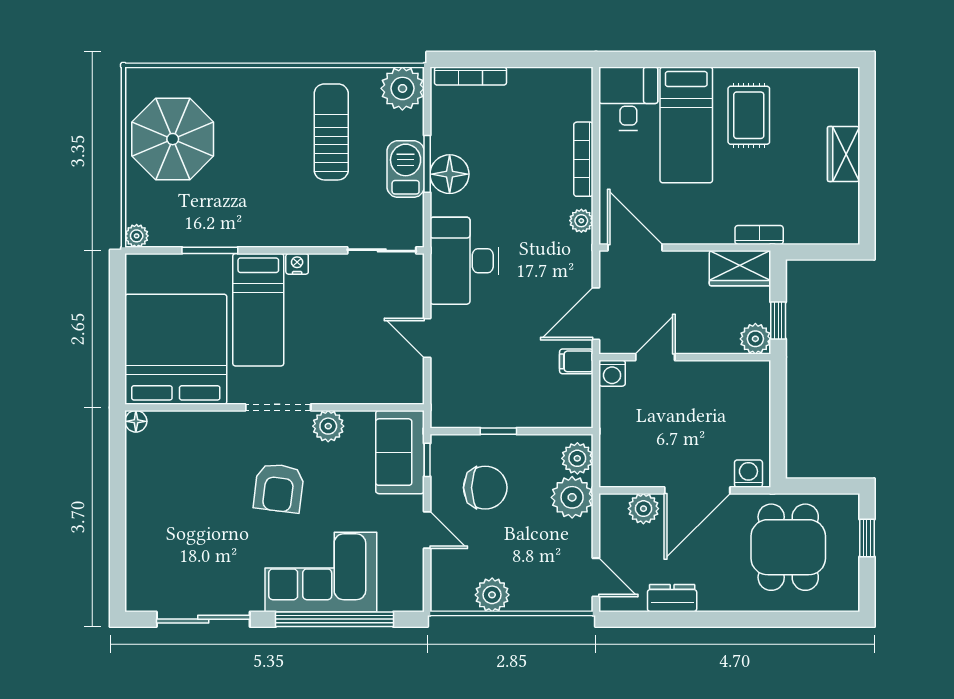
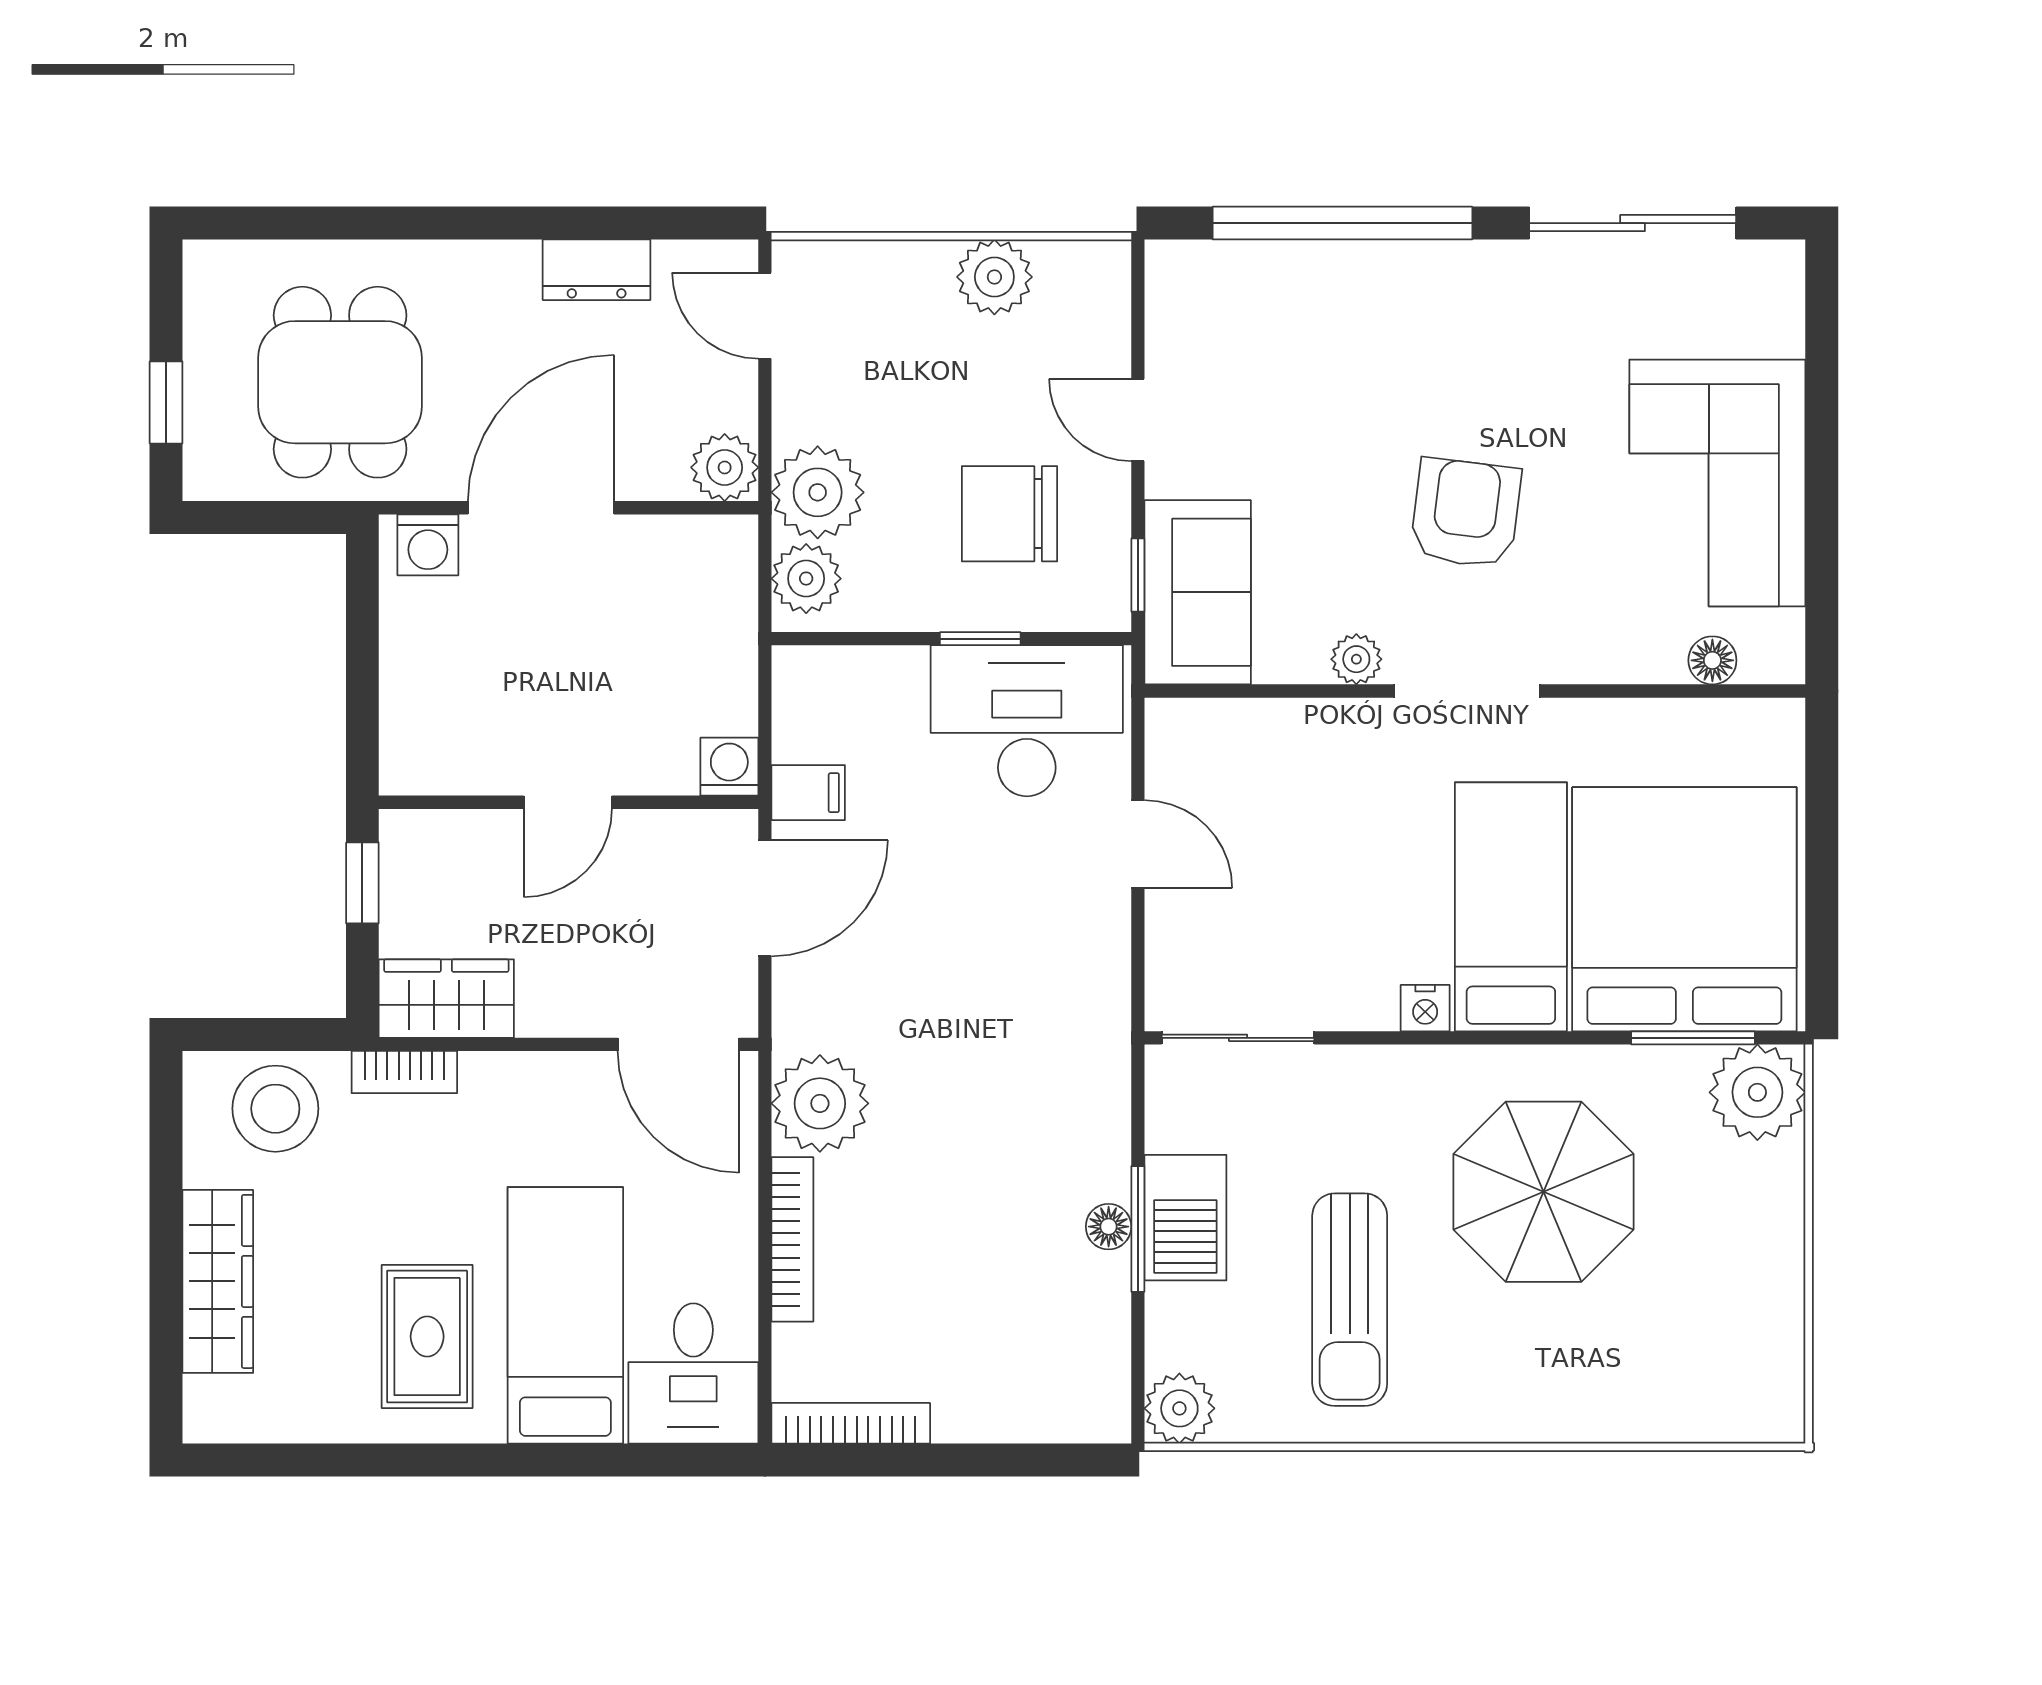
bookcase: (470, 76) -> (851, 1423), moved
plant: (402, 88) -> (1179, 1408), width x0.73, depth x0.73
parasol: (173, 139) -> (1544, 1192), moved
wardrobe: (844, 154) -> (218, 1281), width x1.50
floor lamp: (450, 174) -> (1109, 1227), width x0.53, depth x0.53
stool: (817, 218) -> (275, 1109), added
plant: (581, 221) -> (820, 1103), width x1.87, depth x1.87
plant: (137, 236) -> (1757, 1092), width x1.88, depth x1.88
window: (210, 250) -> (1693, 1038), moved
desk: (464, 261) -> (1027, 721), moved, turned -90
plant: (755, 339) -> (413, 843), removed
bed: (176, 349) -> (1684, 909), moved, turned 180
door: (655, 357) -> (568, 802), moved
floor lamp: (136, 421) -> (1712, 660), moved
plant: (328, 426) -> (1356, 659), width x0.73, depth x0.73
plant: (643, 509) -> (725, 467), moved
corner sofa: (321, 572) -> (1717, 483), moved, turned 90

